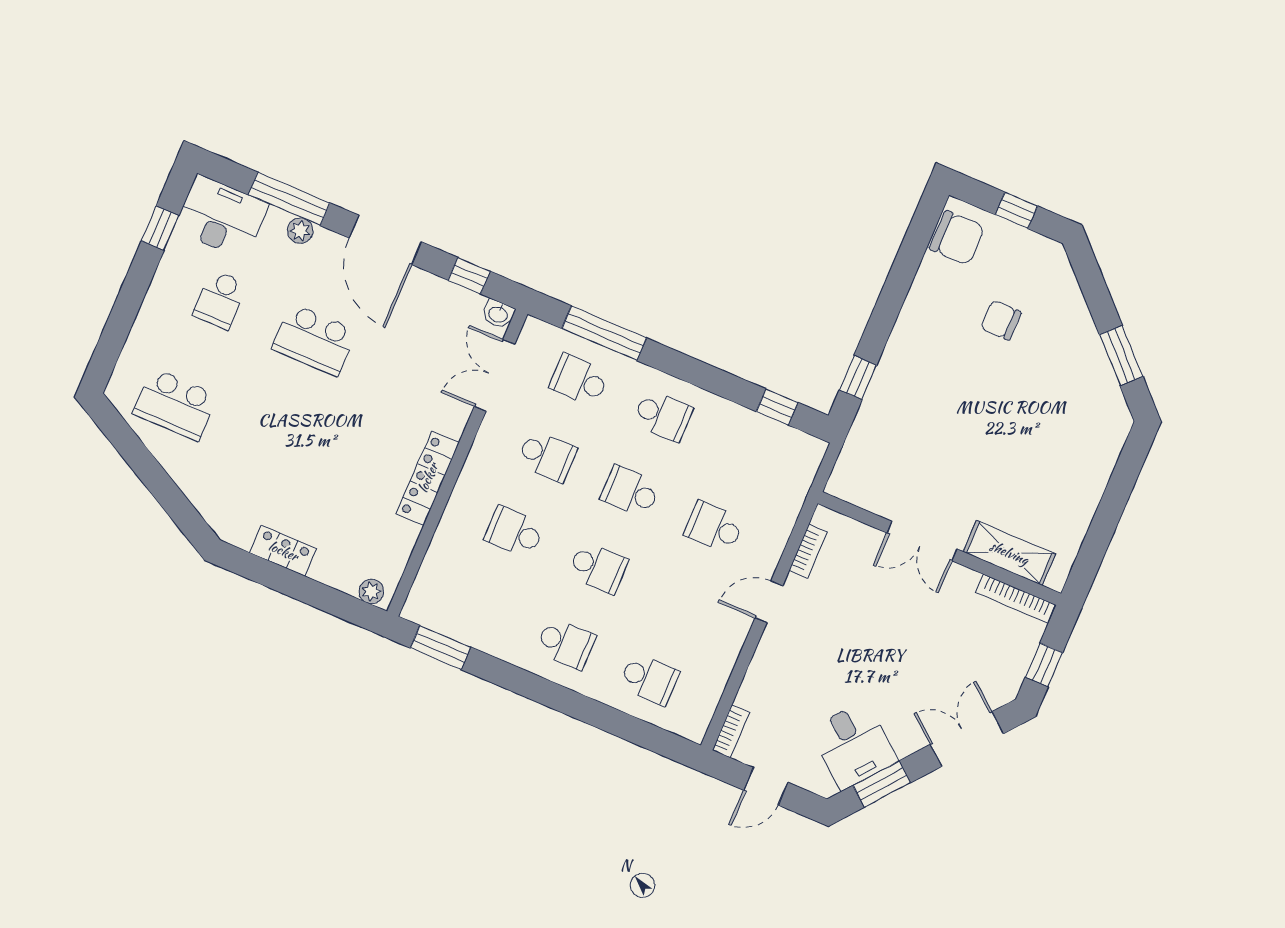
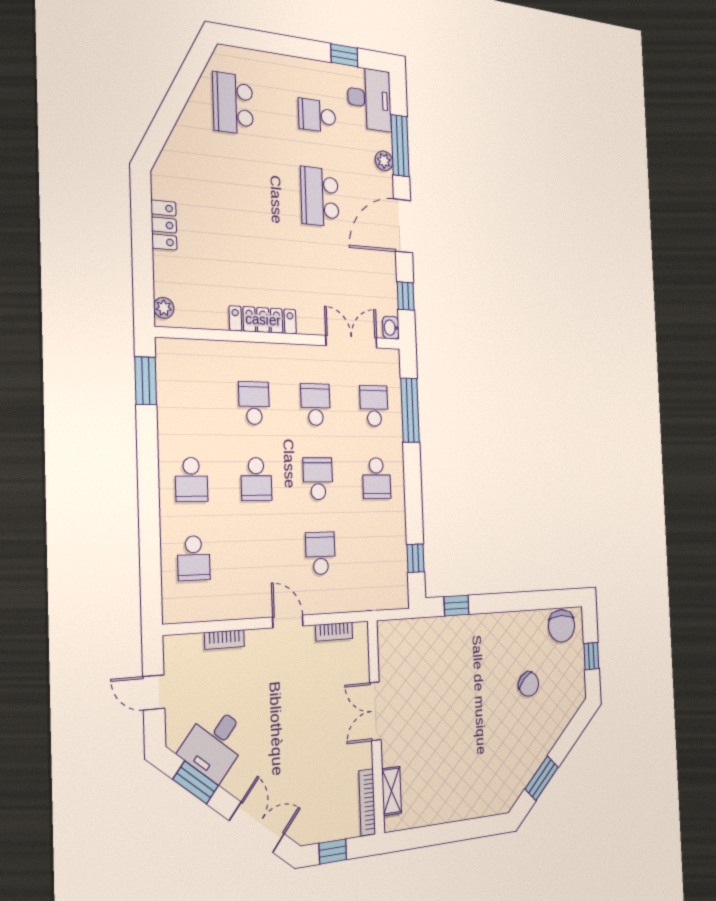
chair: (1001, 320) -> (529, 684), turned 136
school desk: (547, 456) -> (315, 404), turned 180
shelving: (1009, 553) -> (392, 791), width x0.67, depth x0.75
bookcase: (731, 731) -> (224, 639), moved

